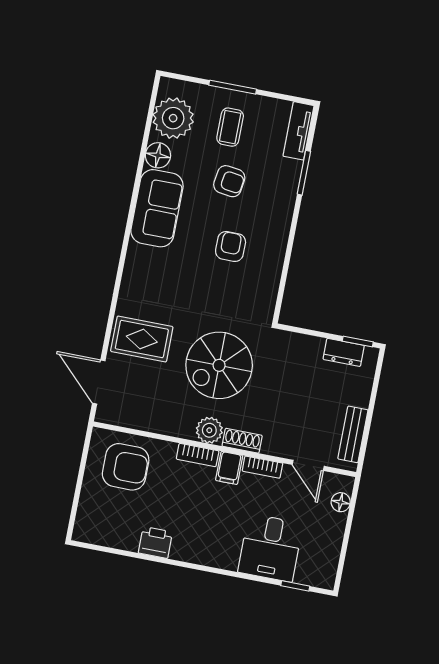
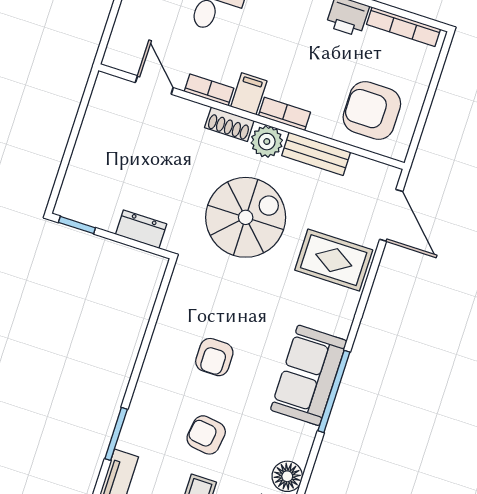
sofa: (157, 208) -> (309, 375), moved
window: (128, 230) -> (334, 391), added
dresser: (344, 352) -> (141, 229), moved
bench: (353, 434) -> (316, 154), moved, turned 90
floor lamp: (341, 502) -> (121, 36), removed
bookcase: (108, 539) -> (404, 27), added

